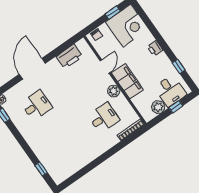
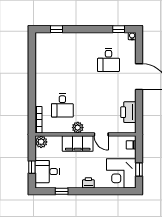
plant: (158, 107) -> (41, 142), moved

